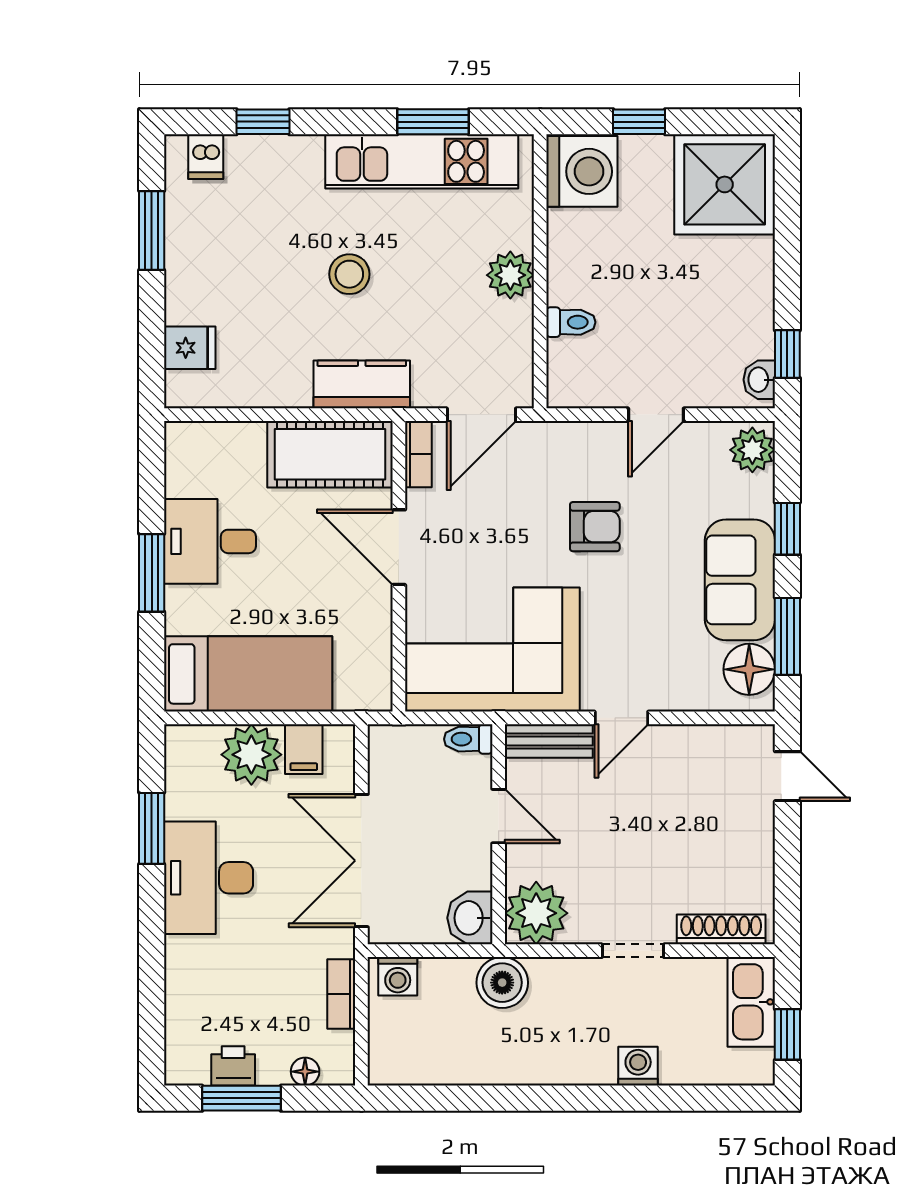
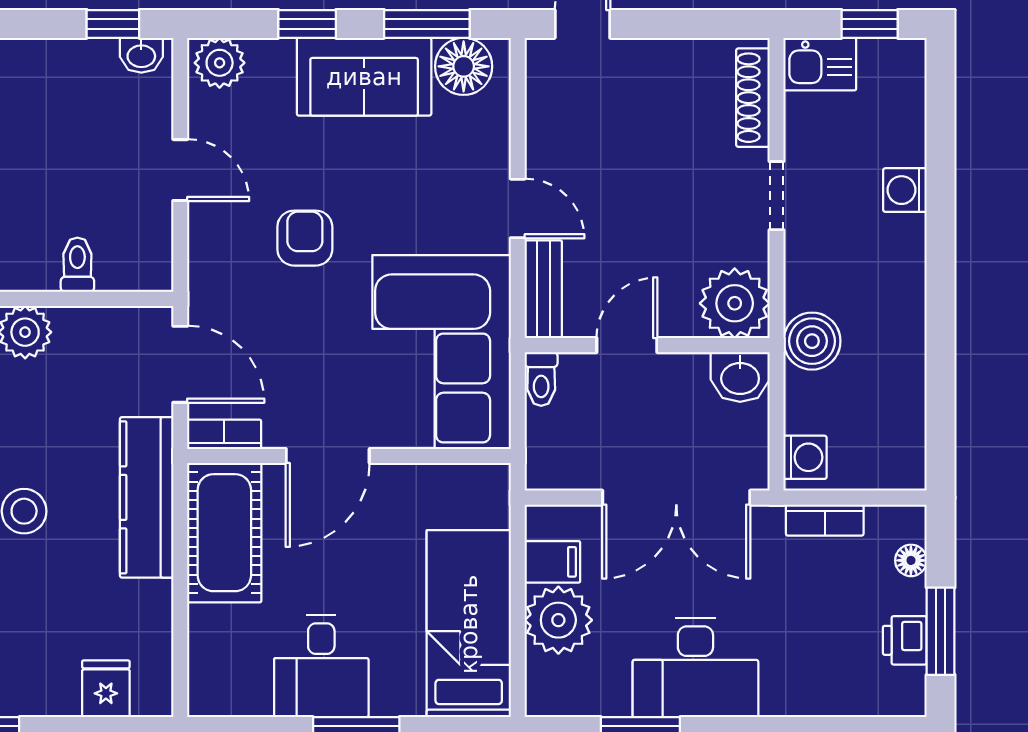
kitchen counter: (362, 384) -> (147, 497), width x1.50
kitchen sink: (751, 1002) -> (820, 64), width x0.73

